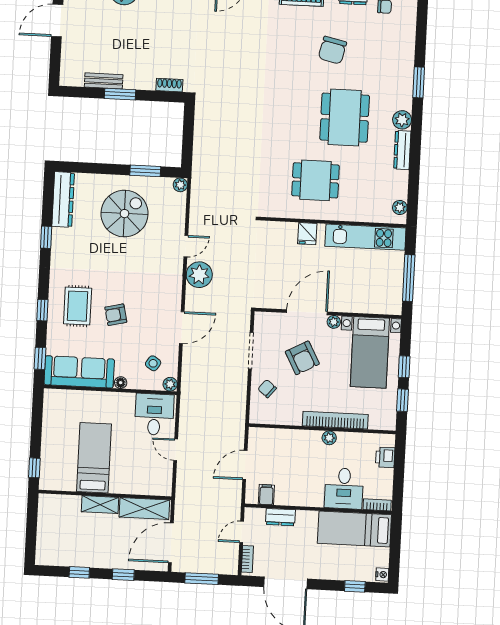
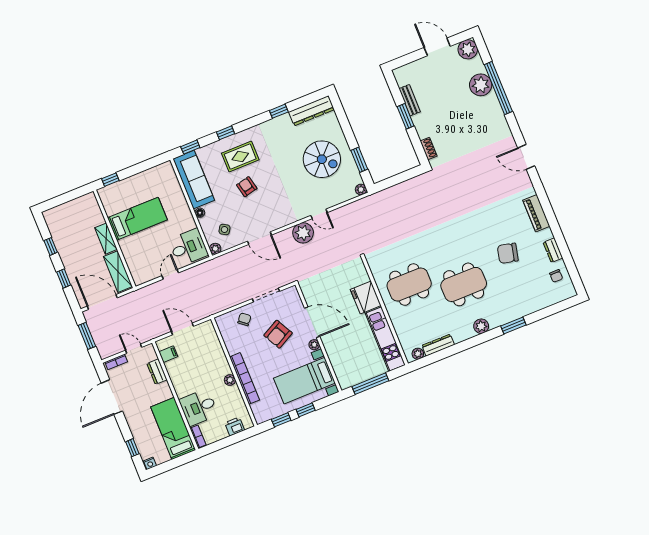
dresser: (402, 150) -> (438, 345), moved
dining table: (316, 180) -> (409, 285), width x1.38
fridge: (307, 234) -> (366, 297), width x1.88, depth x1.34

